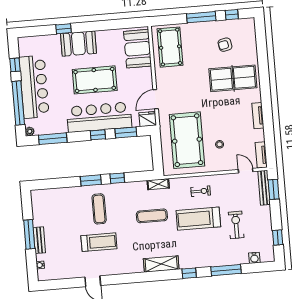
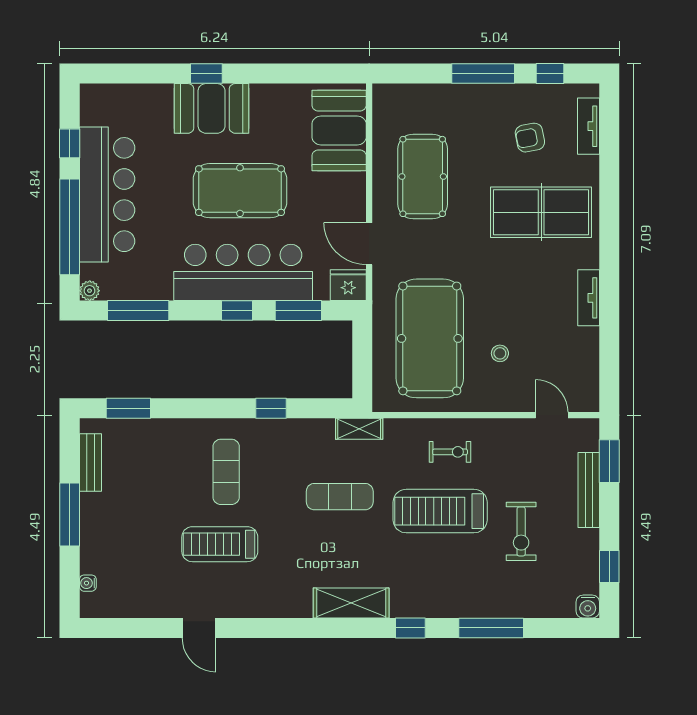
window: (64, 29) -> (206, 74), moved
pool table: (170, 47) -> (423, 176), moved
door: (156, 99) -> (369, 244), hinge flipped
tv unit: (261, 155) -> (588, 126), moved
window: (91, 180) -> (128, 408), moved
bench: (264, 188) -> (589, 490), moved
exercise bike: (236, 225) -> (521, 531), turned 180
bench: (39, 240) -> (91, 462), moved
treadmill: (99, 242) -> (220, 544), turned 180
water cooler: (254, 258) -> (588, 607), moved

